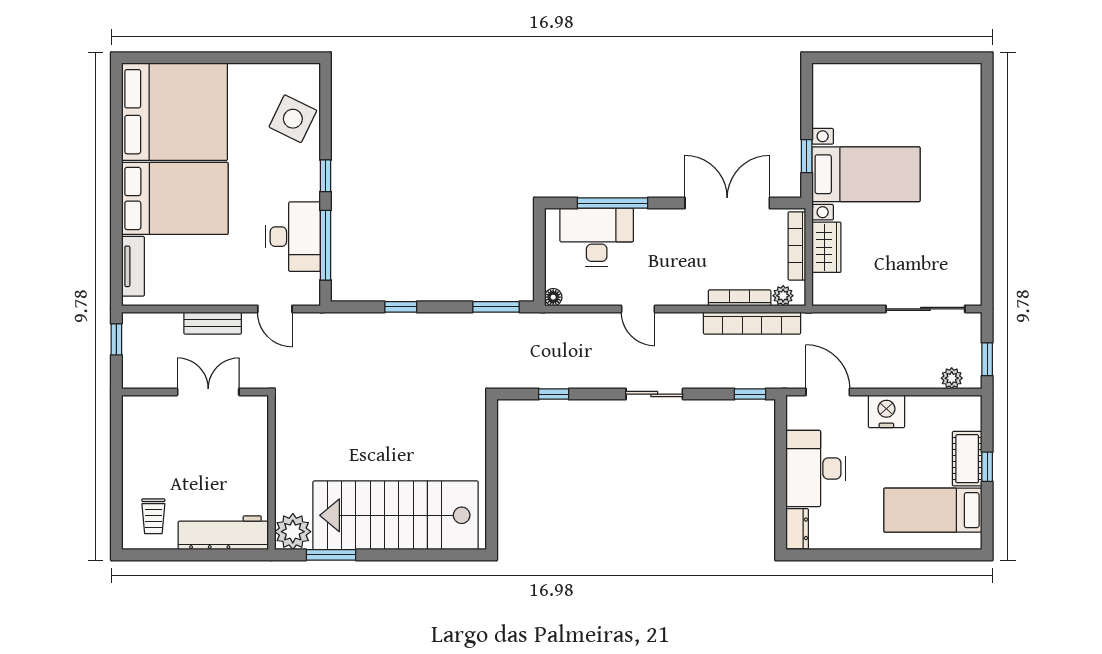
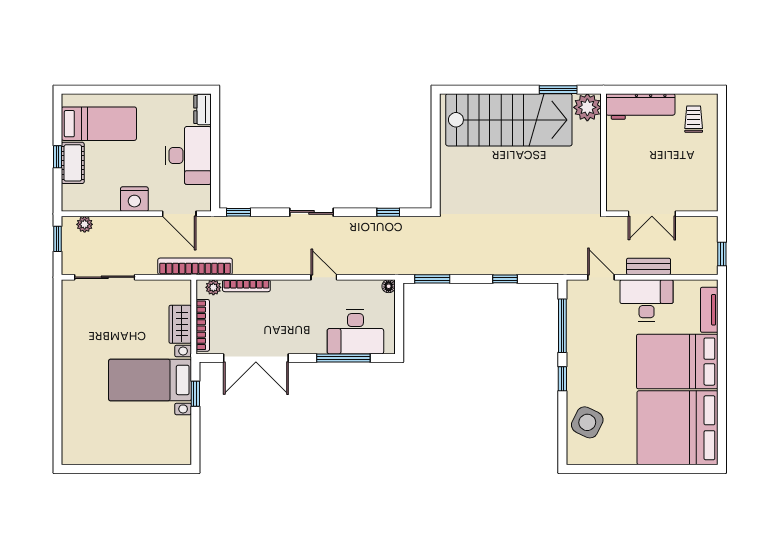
desk: (293, 237) -> (647, 300), moved, turned 90
bookcase: (752, 323) -> (195, 266), moved

